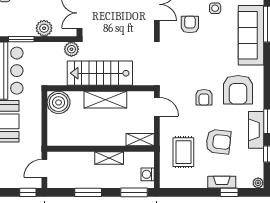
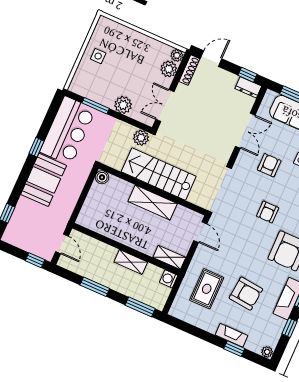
armchair: (204, 97) -> (268, 212), moved
boiler: (59, 102) -> (102, 177), width x0.54, depth x0.54
door: (44, 168) -> (62, 244), swing flipped
washing machine: (148, 174) -> (169, 279), moved

